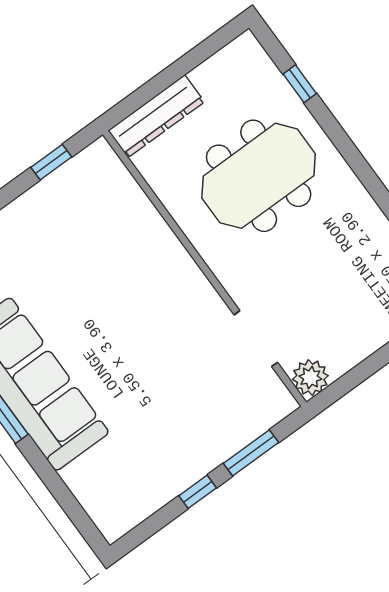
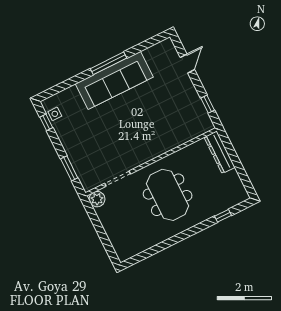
meeting table: (259, 176) -> (168, 195), moved
window: (198, 492) -> (46, 122), moved
side table: (132, 507) -> (55, 114), added

